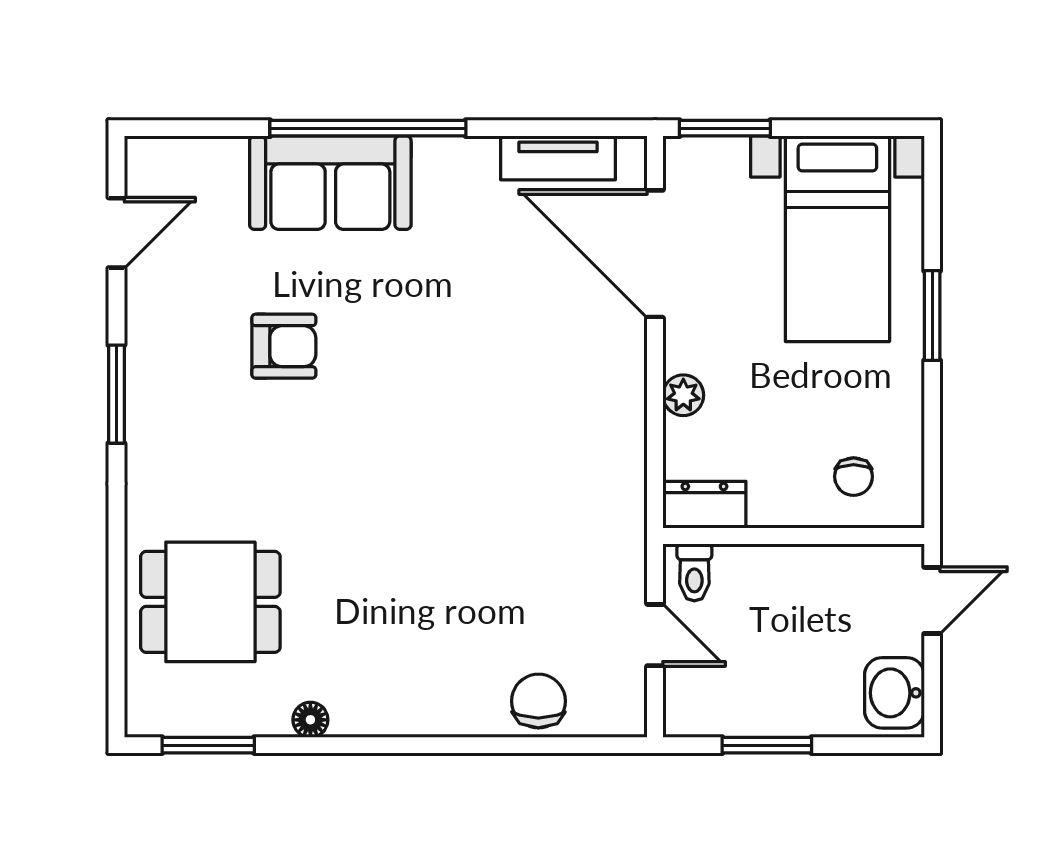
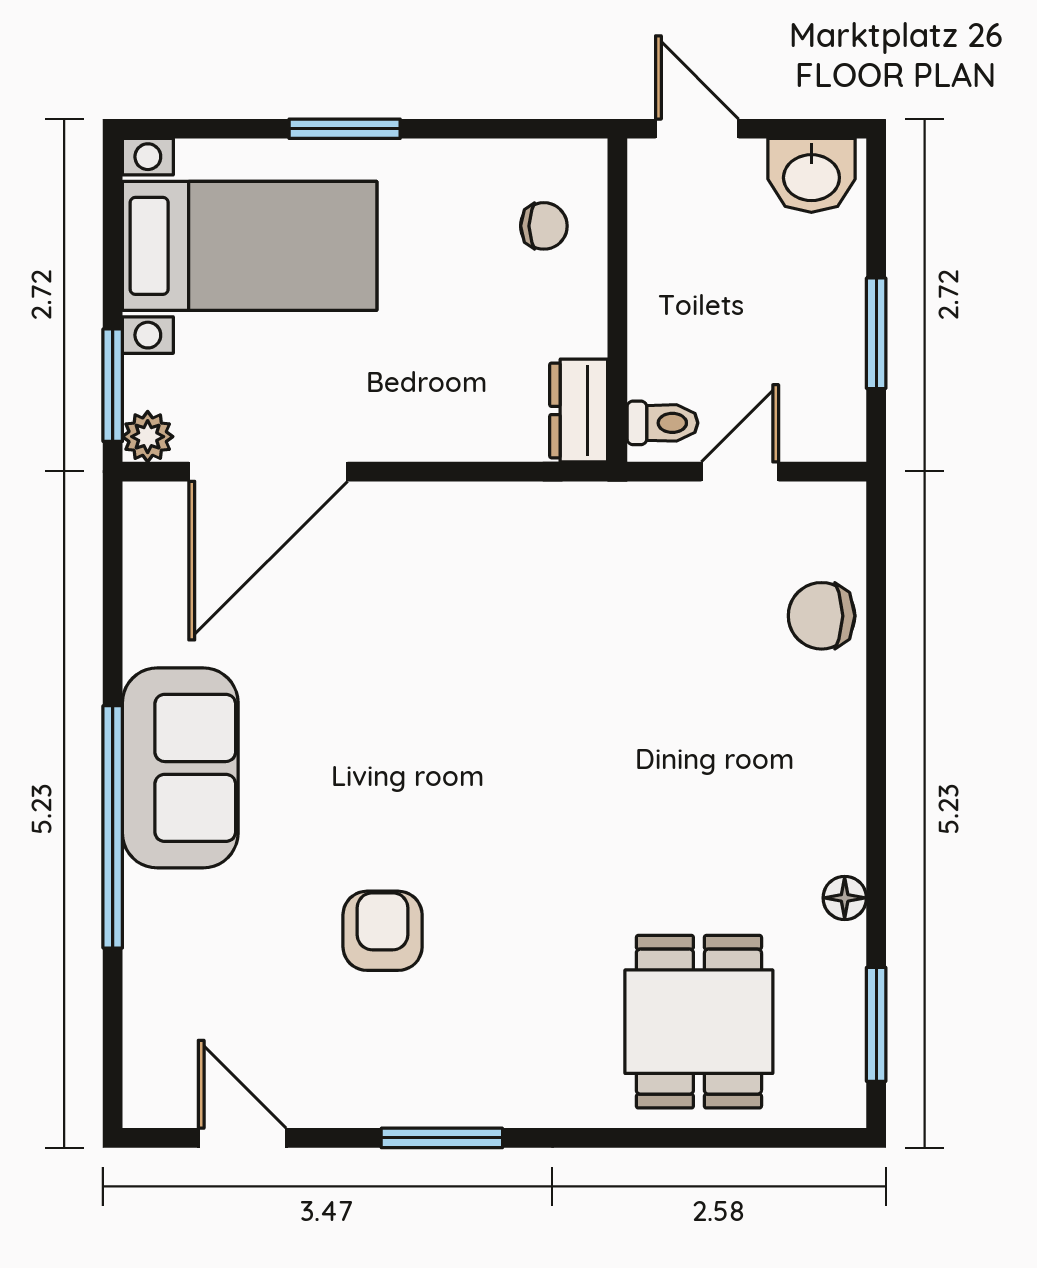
tv unit: (558, 158) -> (150, 592), removed
sofa: (330, 183) -> (180, 768), moved
plant: (683, 395) -> (148, 437), moved

